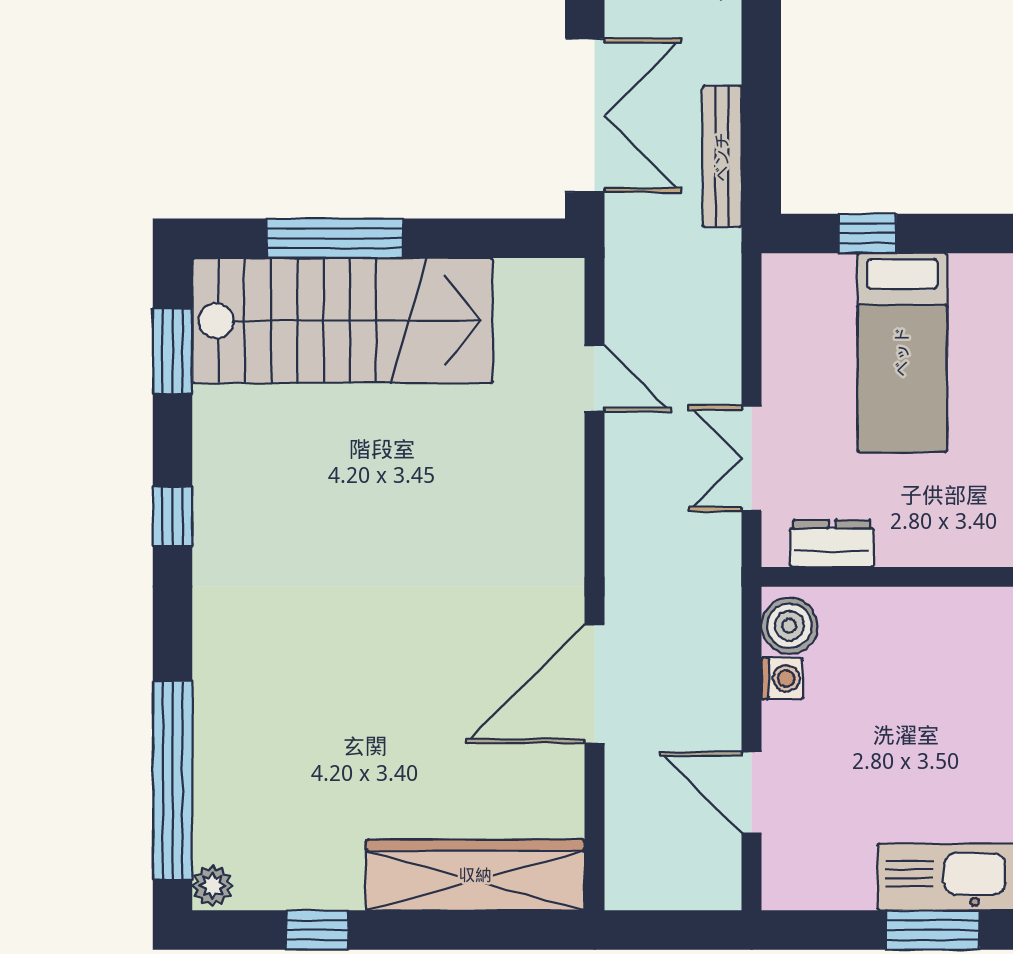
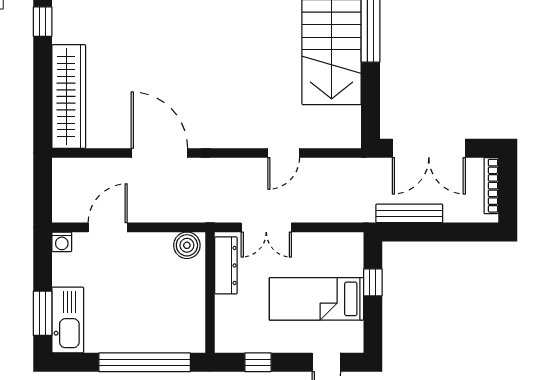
door: (595, 378) -> (284, 153), moved
double door: (752, 458) -> (266, 227), swing flipped
dresser: (832, 543) -> (226, 265), width x1.44
washing machine: (782, 678) -> (62, 242), moved

